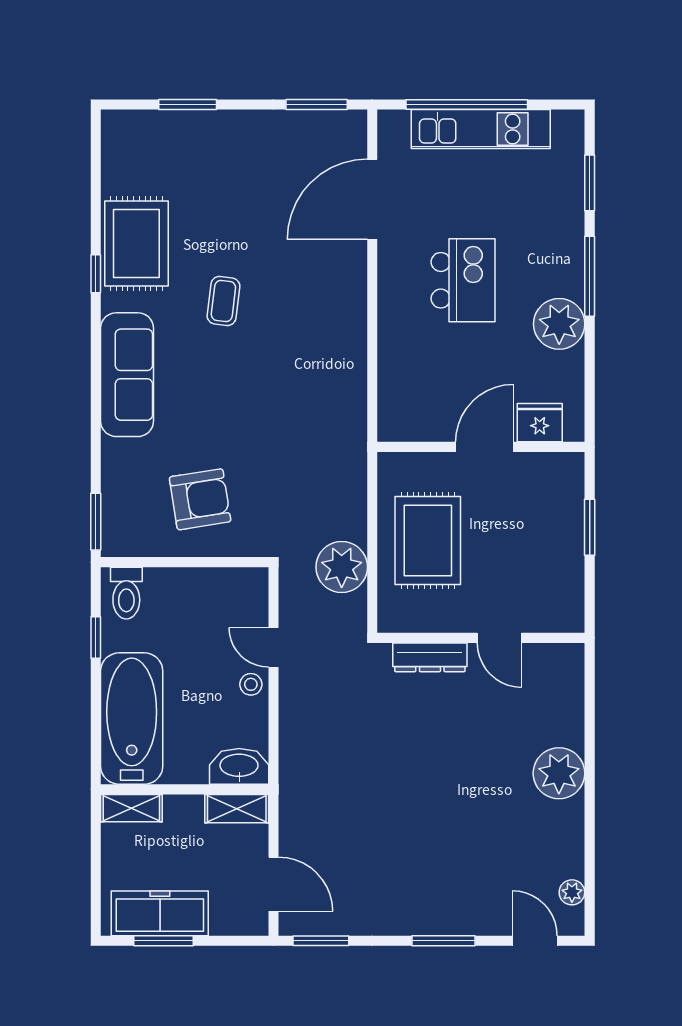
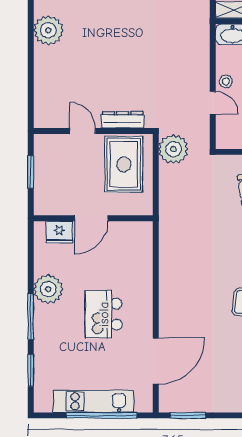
wall: (481, 638) -> (93, 131), moved
door: (499, 638) -> (83, 131), moved
dresser: (430, 657) -> (123, 120), moved

